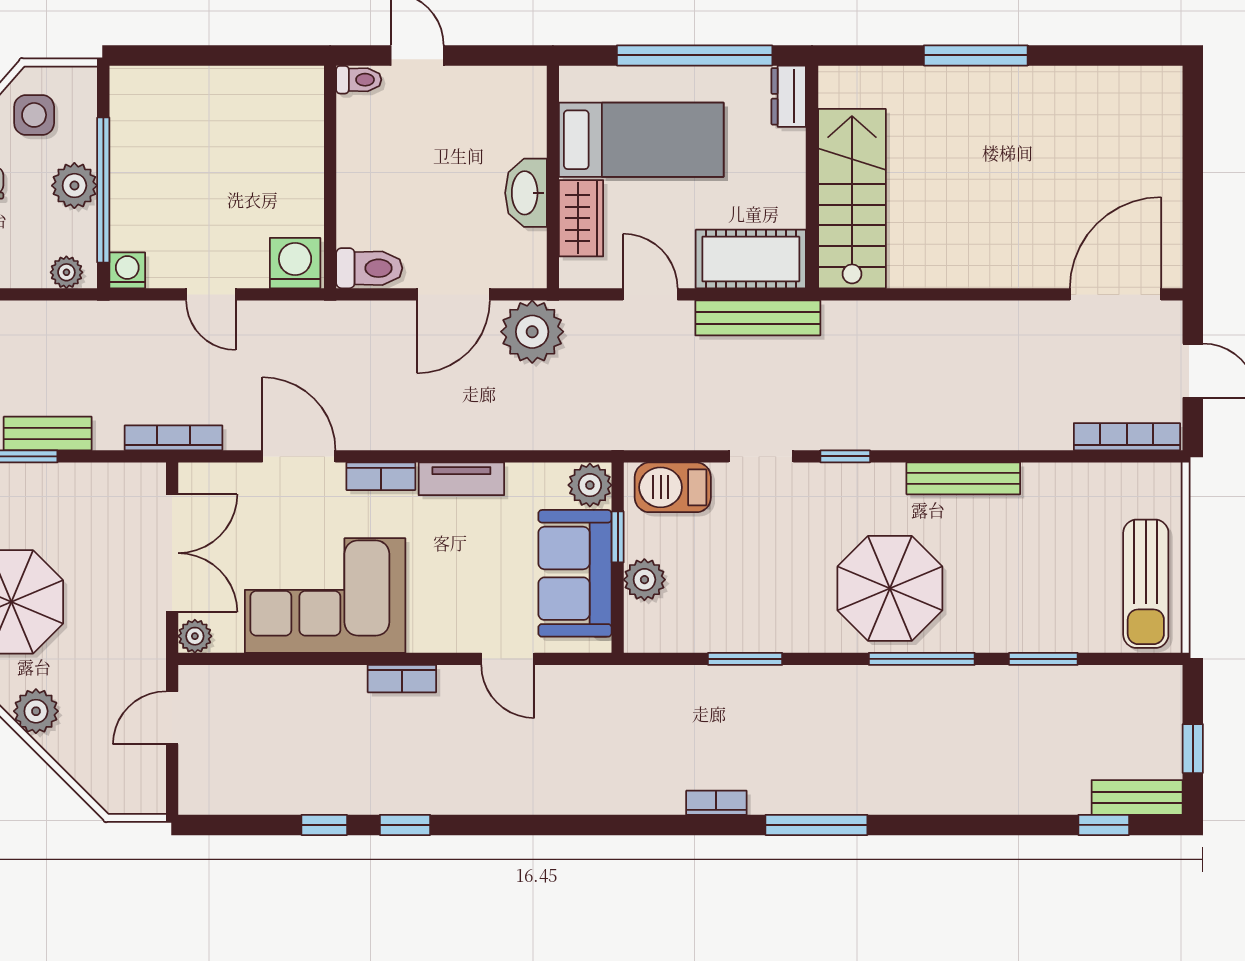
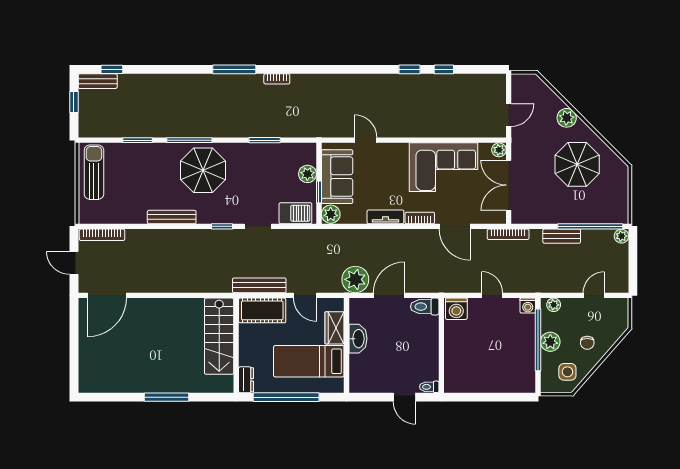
bookcase: (402, 679) -> (411, 132), removed

